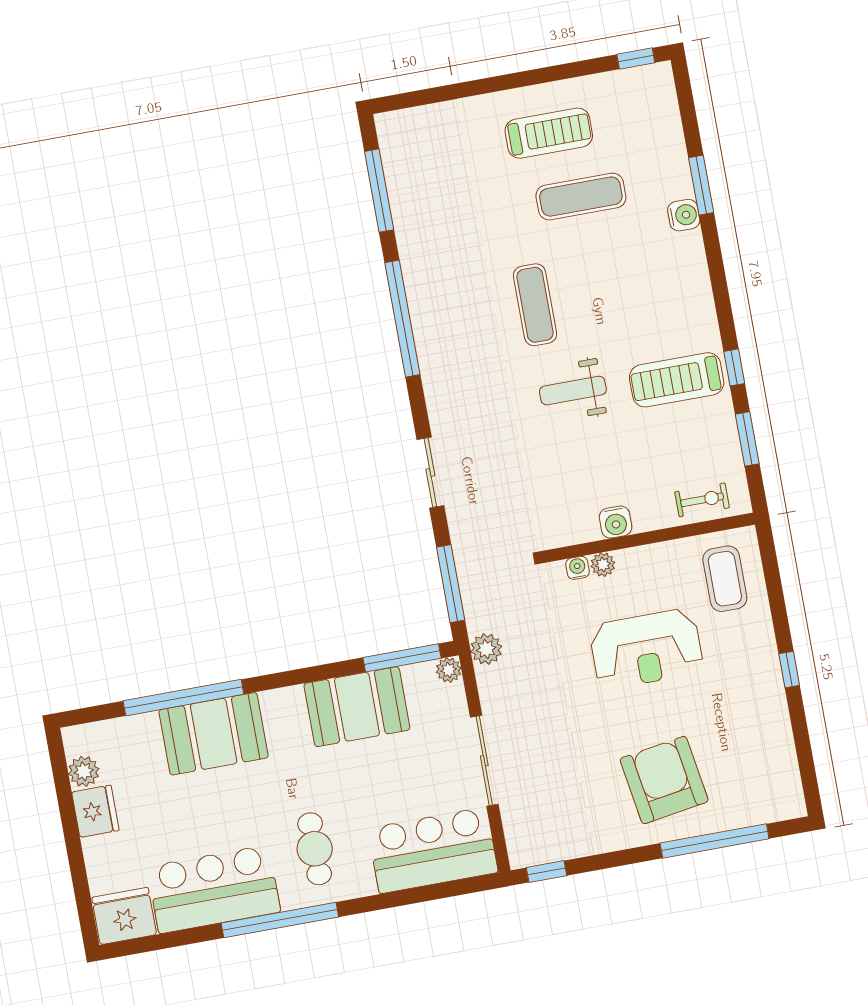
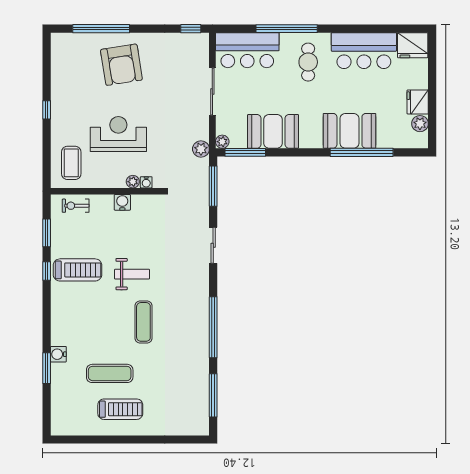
window: (636, 59) -> (68, 439), removed
treadmill: (549, 133) -> (120, 409), turned 180
window: (280, 920) -> (287, 29), moved

